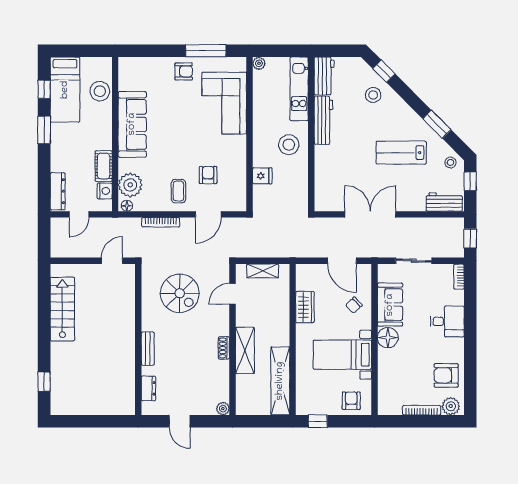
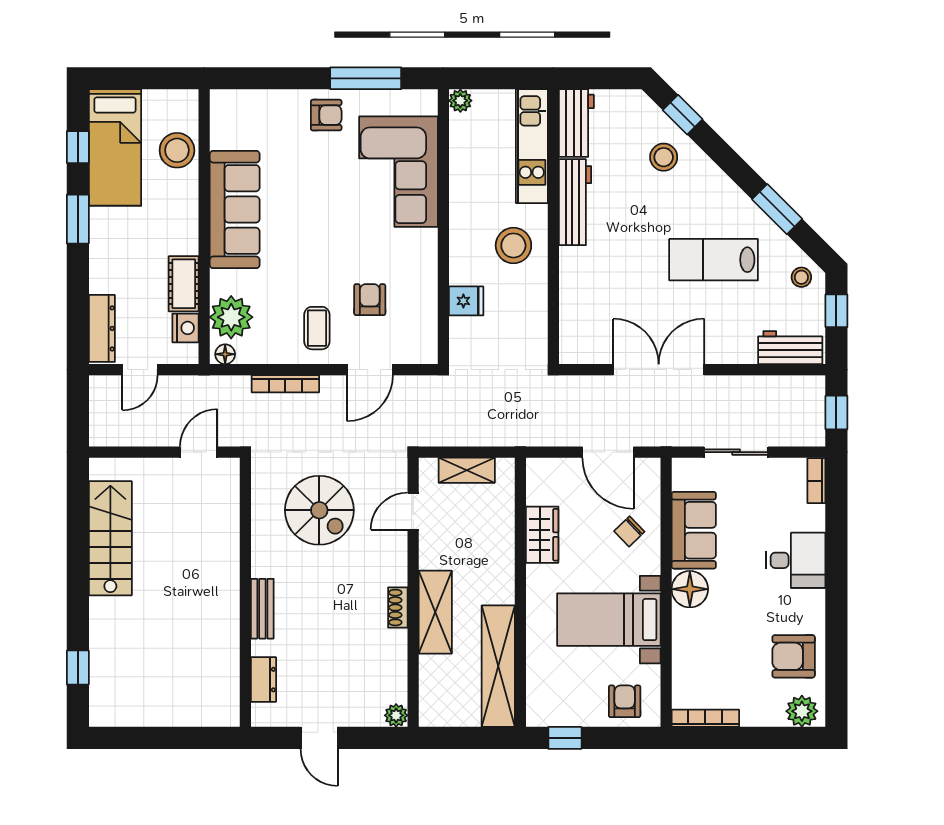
bookcase: (422, 410) -> (705, 718), moved

